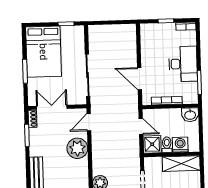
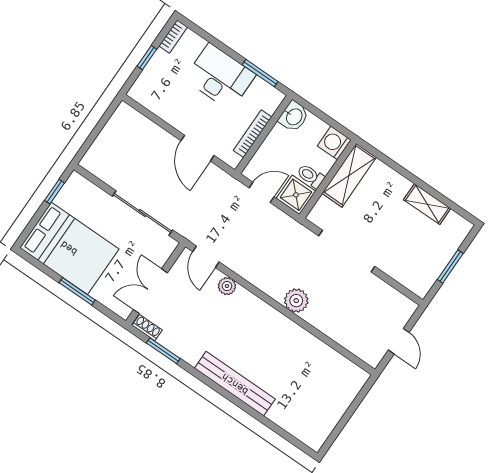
door: (140, 79) -> (197, 148), hinge flipped
washing machine: (180, 145) -> (334, 143), moved
plant: (77, 148) -> (227, 286), width x0.53, depth x0.53

